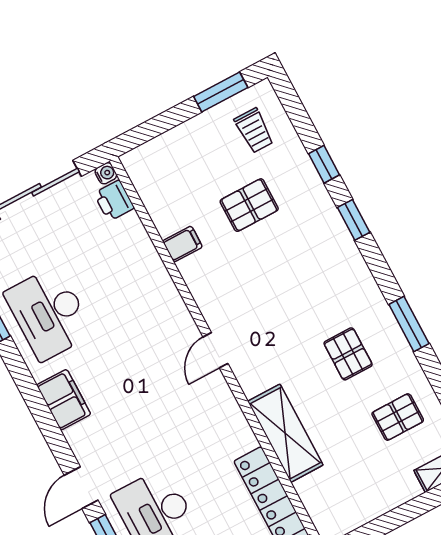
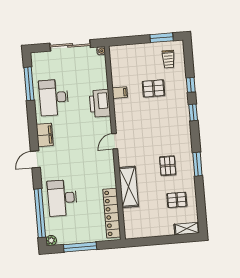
printer: (114, 201) -> (100, 103), moved, width x1.87, depth x1.48
door: (81, 488) -> (35, 159), moved

